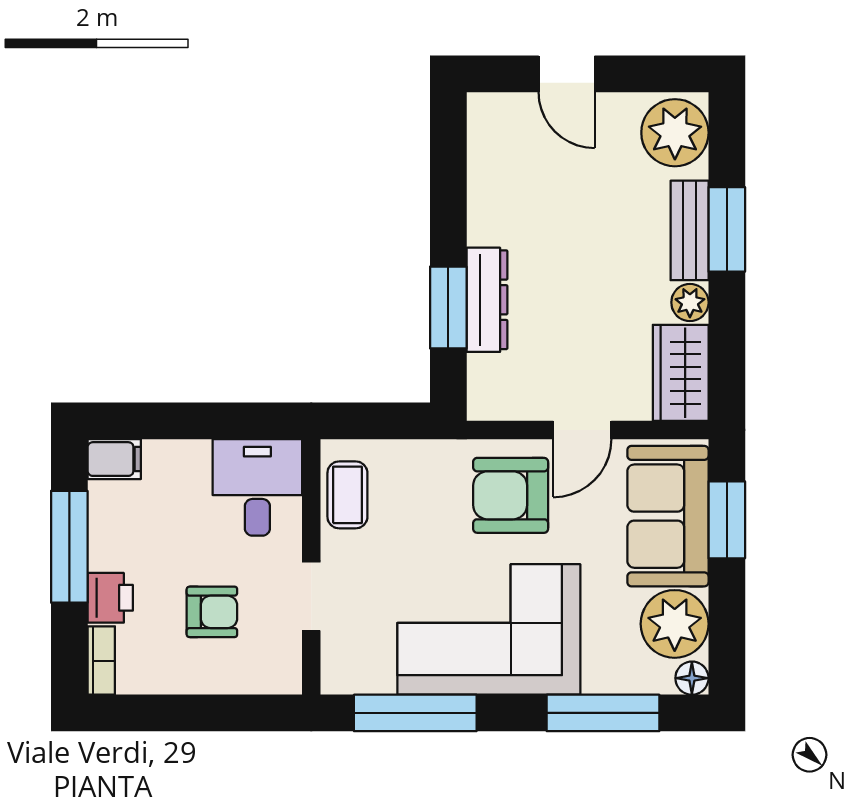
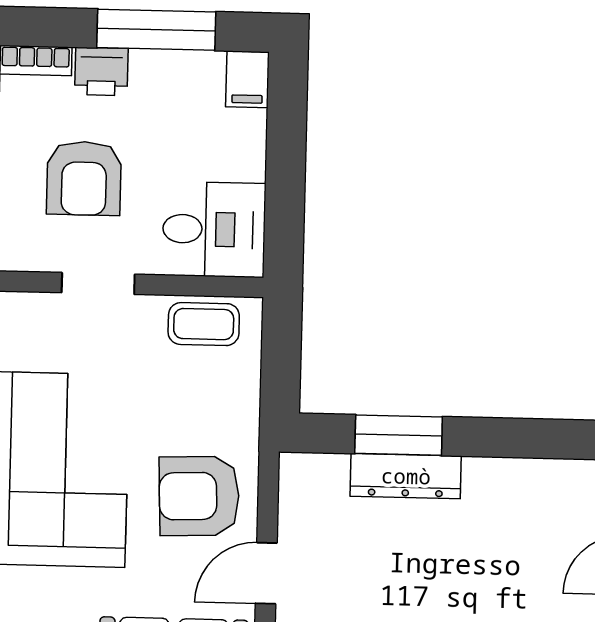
door: (582, 430) -> (266, 573), hinge flipped
armchair: (511, 495) -> (199, 496), turned -92
armchair: (212, 612) -> (84, 178), width x1.38, depth x1.38

